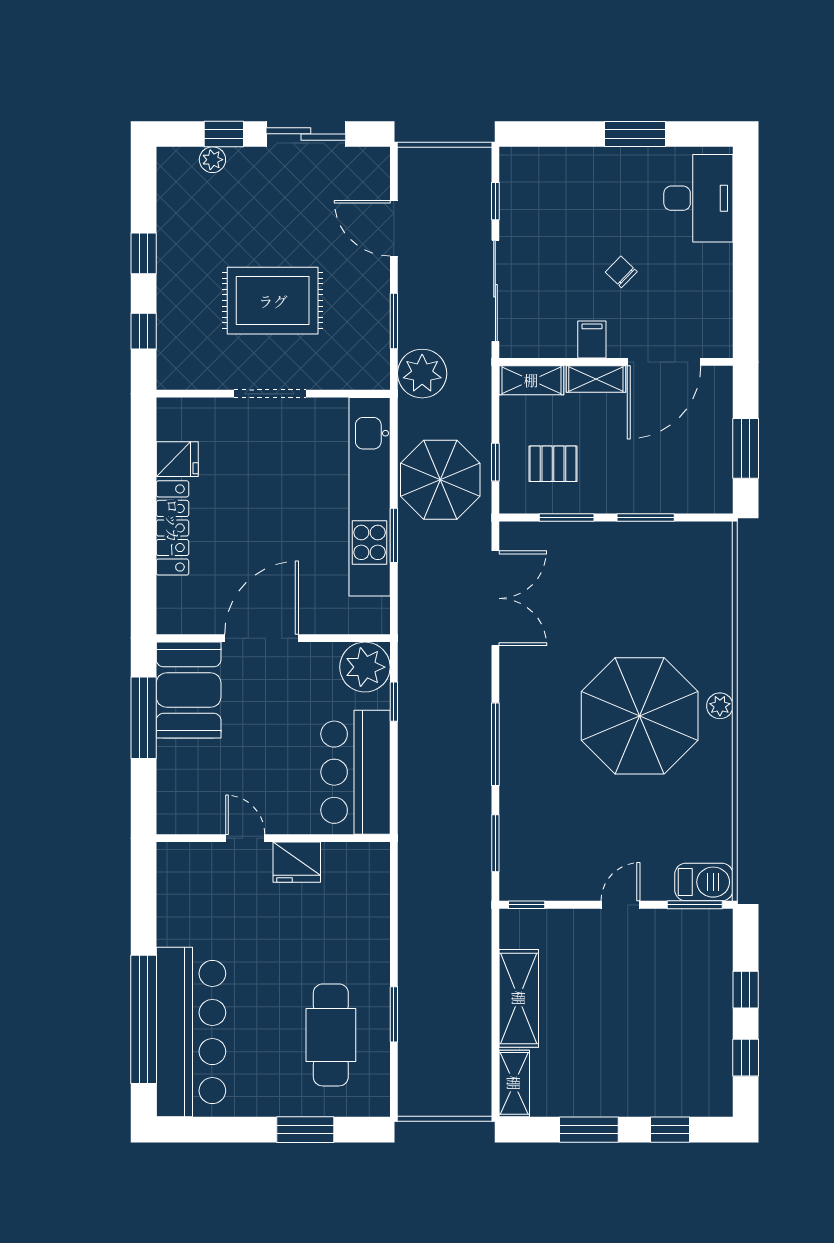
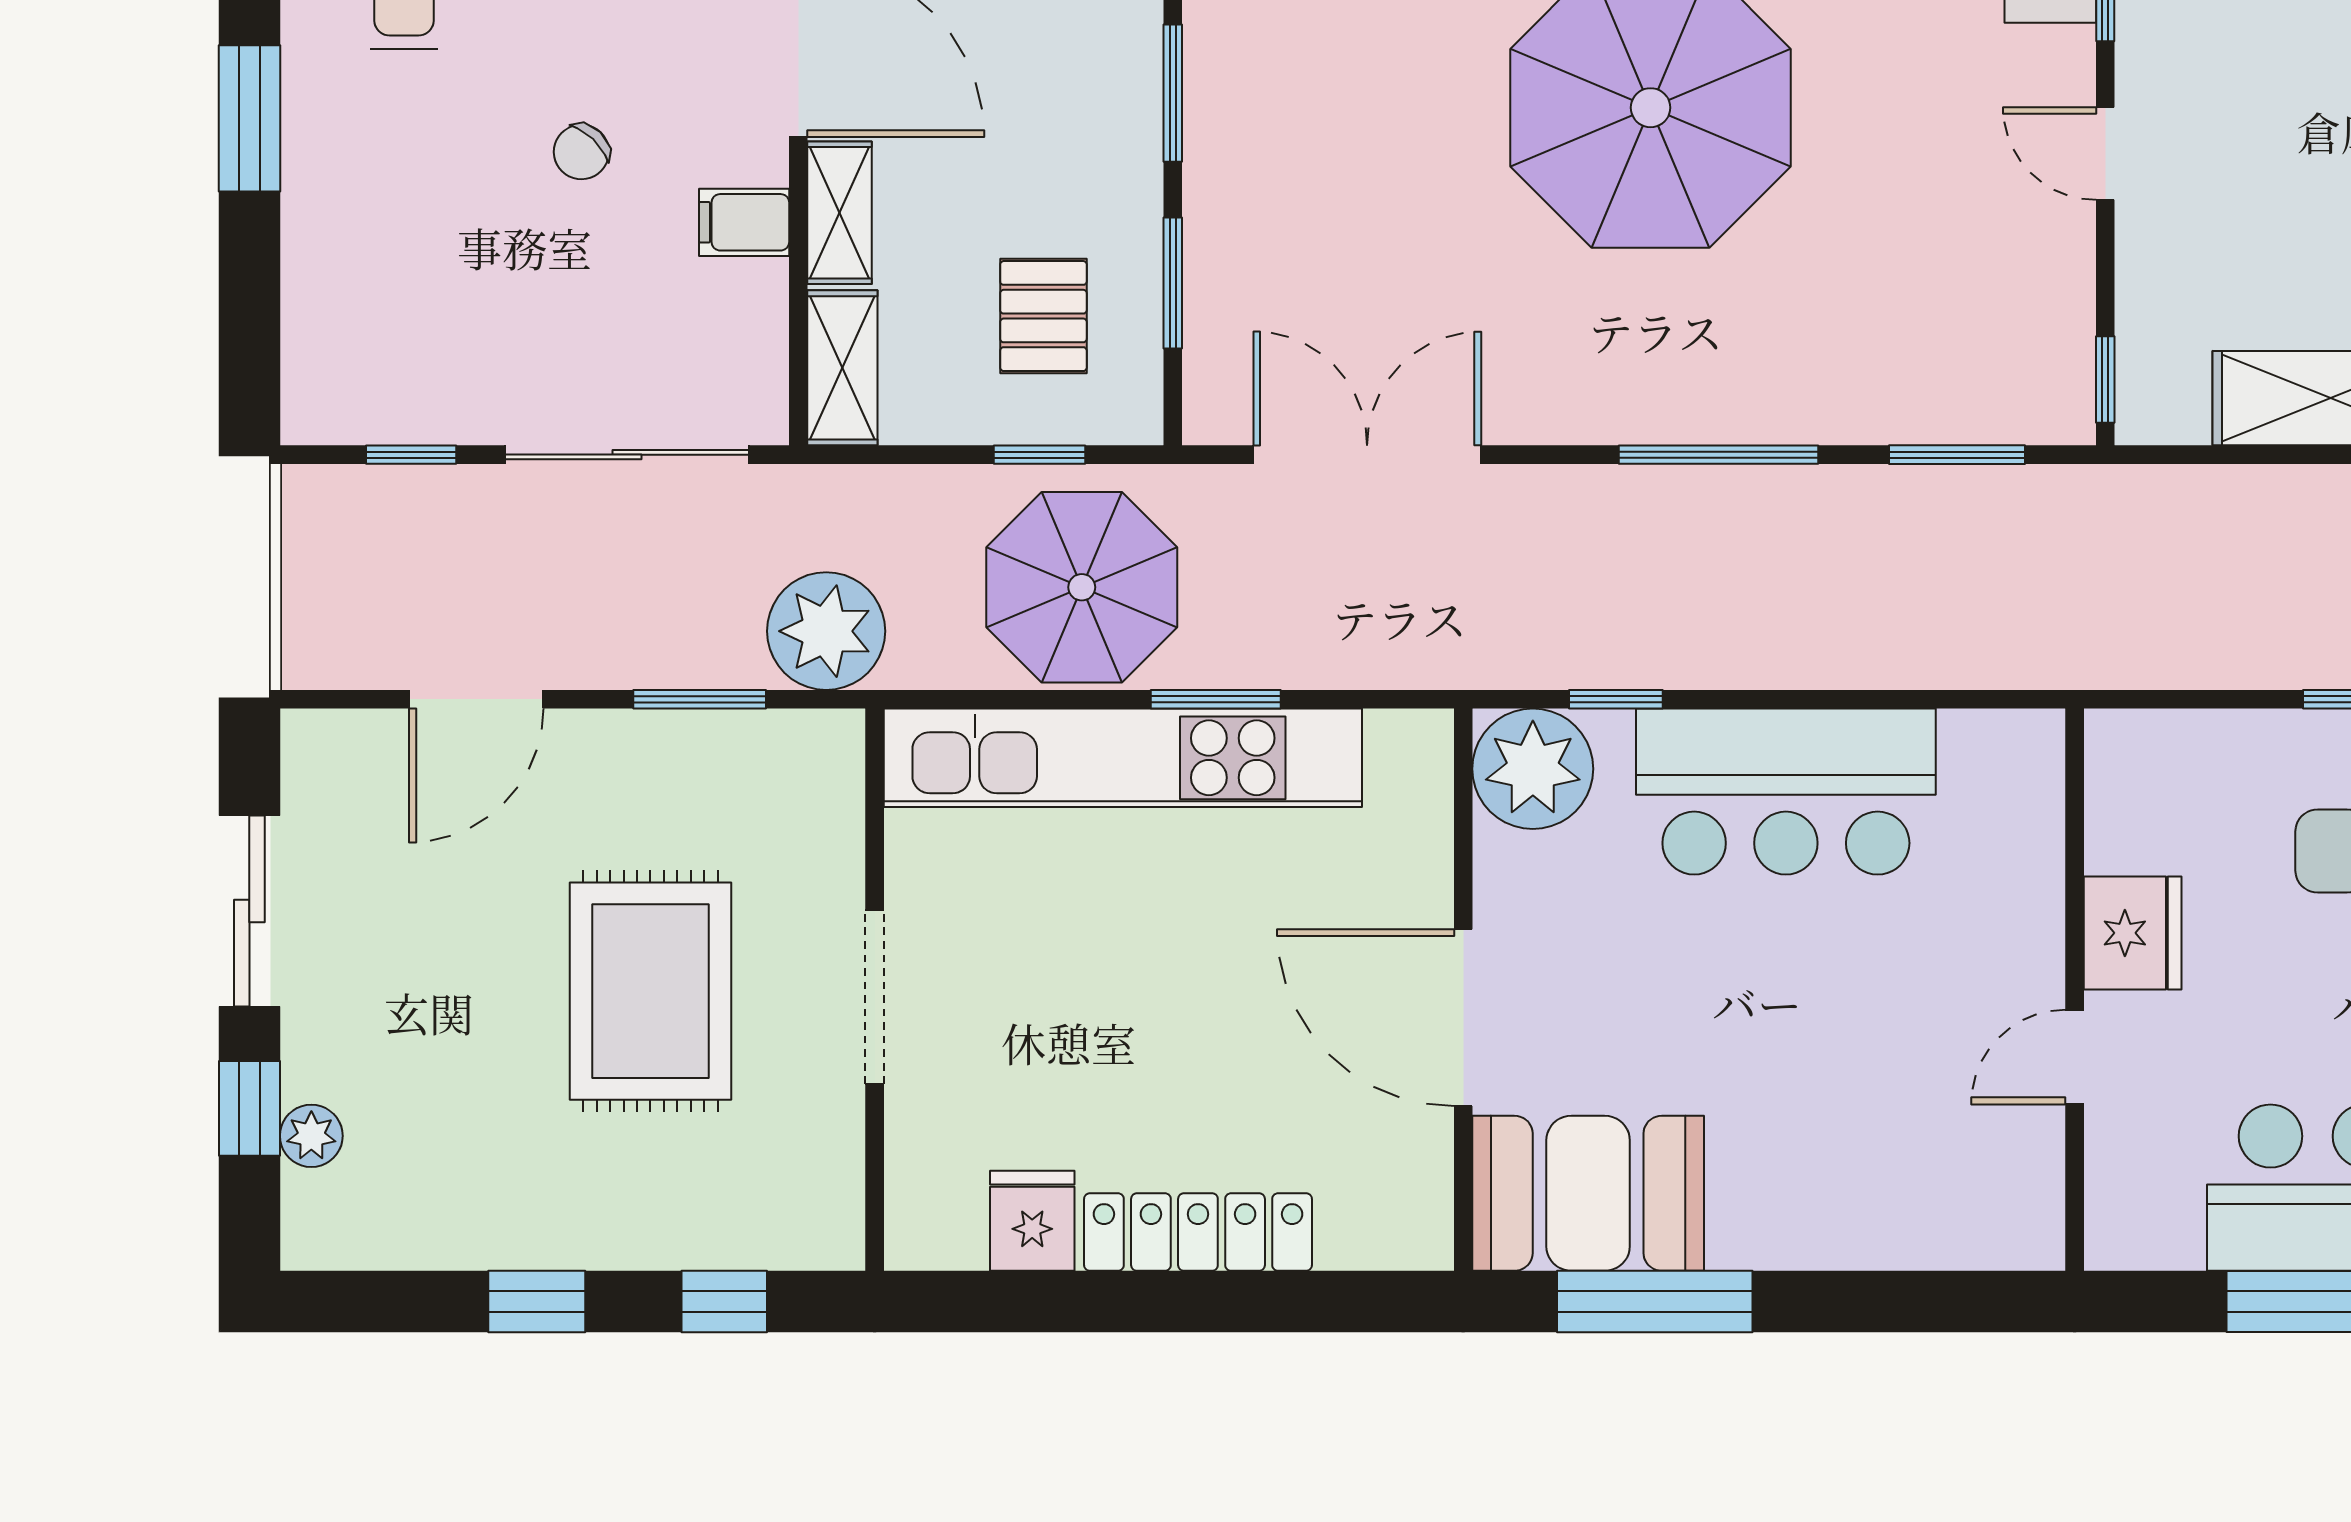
door: (245, 838) -> (2075, 1057), moved
wall: (273, 838) -> (2075, 990), moved
fridge: (297, 862) -> (2133, 933), moved

